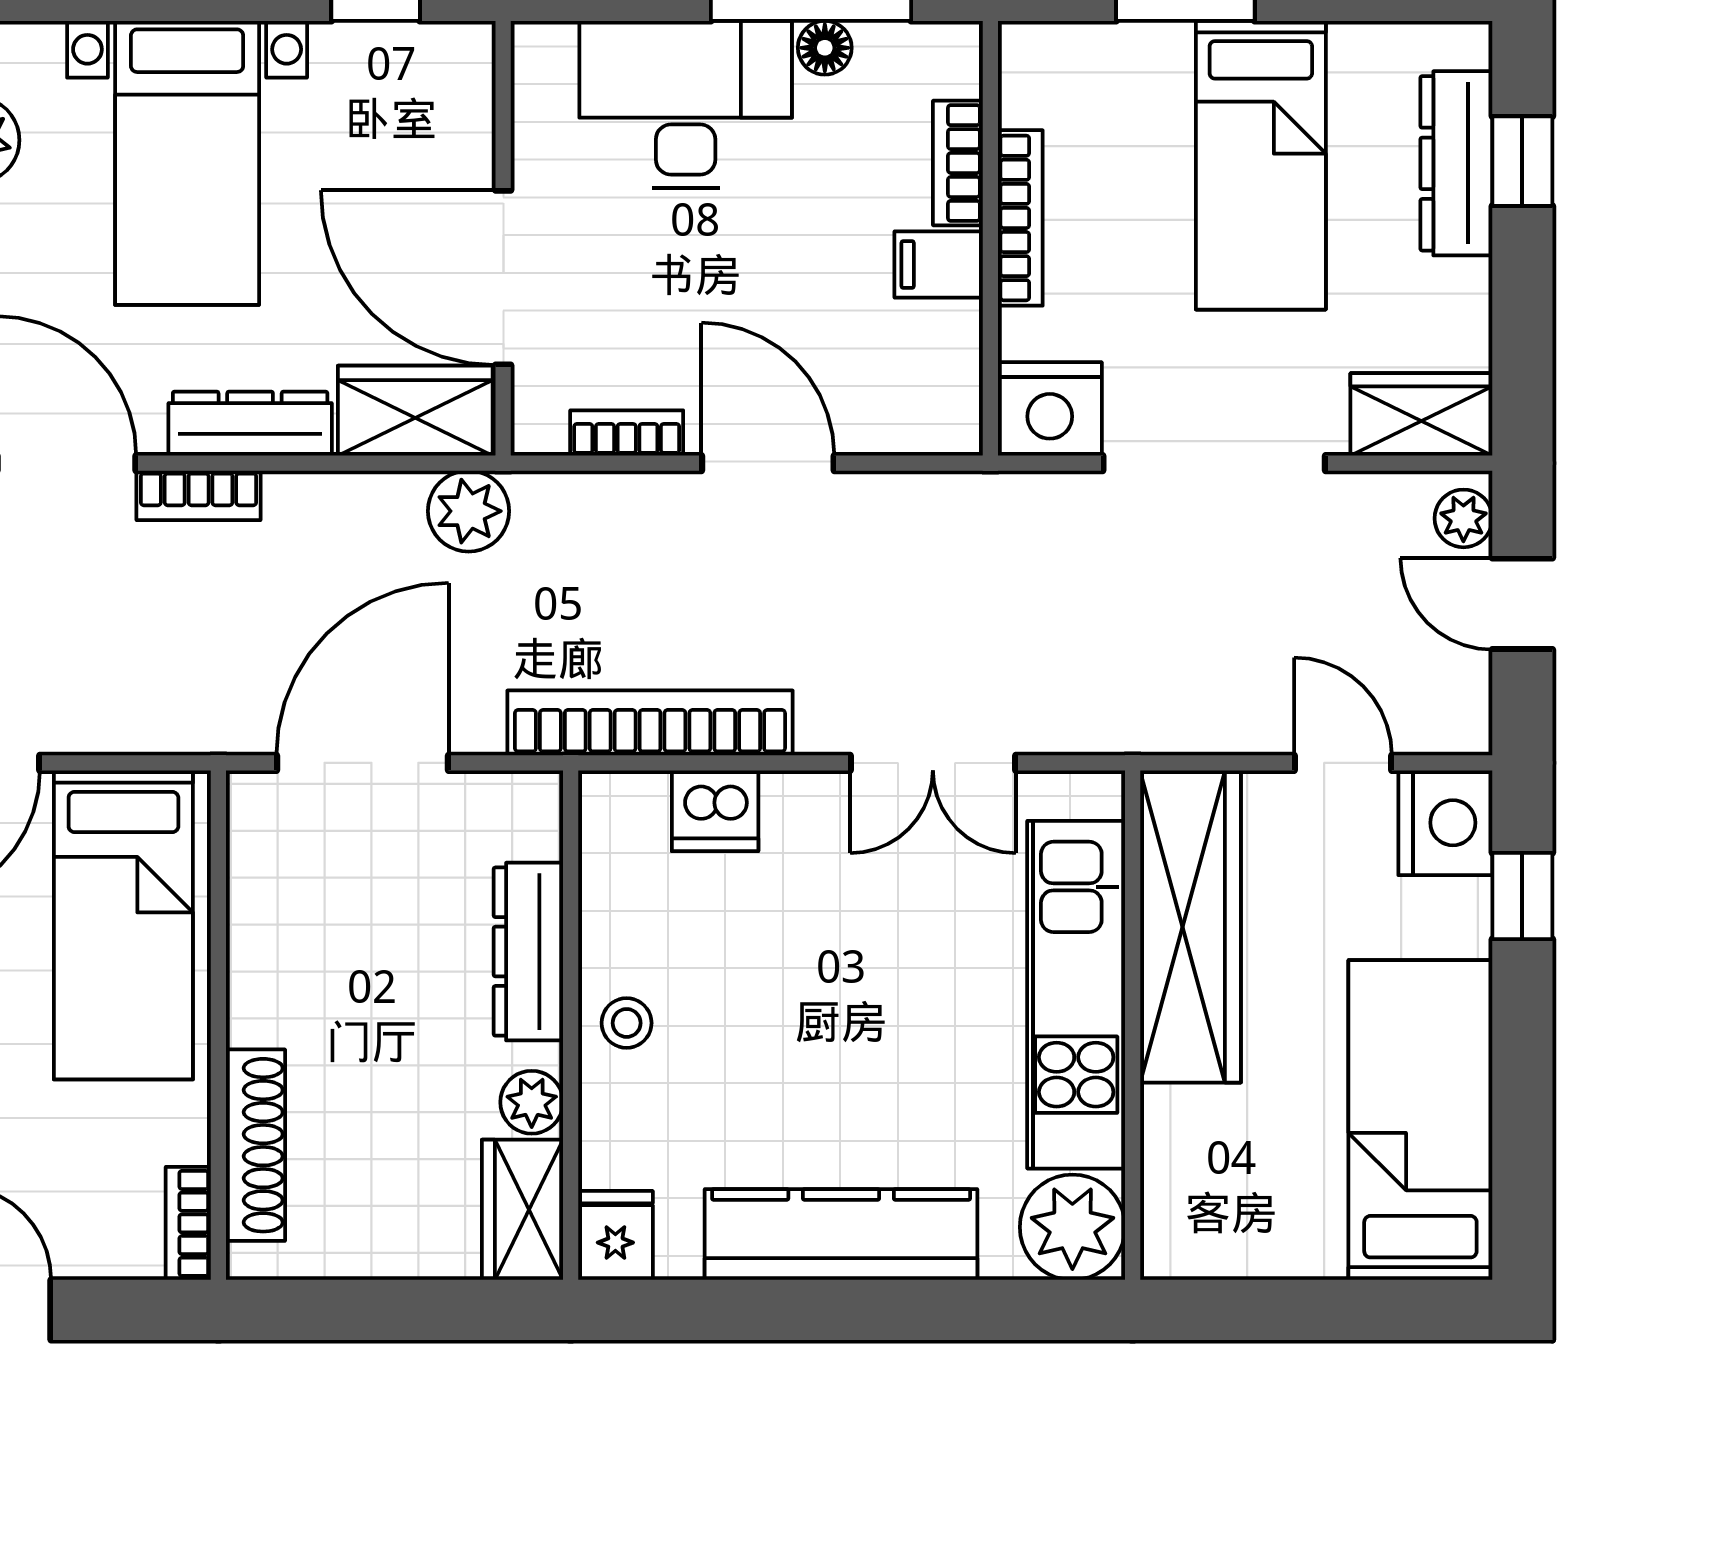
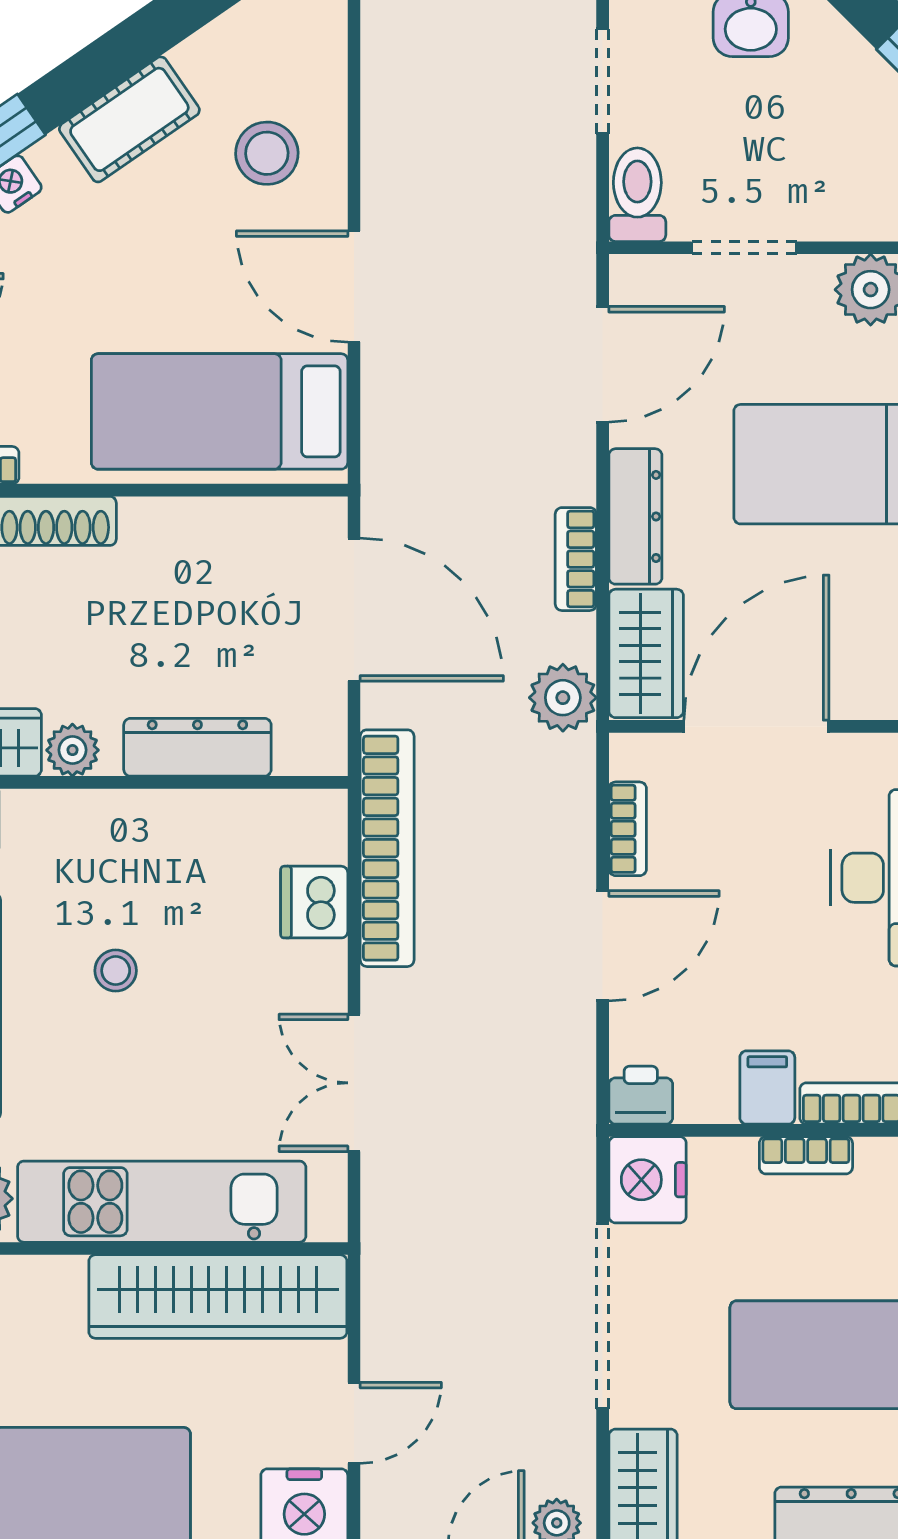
bookcase: (1020, 218) -> (806, 1155), width x0.64
printer: (948, 417) -> (641, 1095), added
bookcase: (199, 495) -> (576, 559), moved
stool: (627, 1023) -> (116, 971), moved

